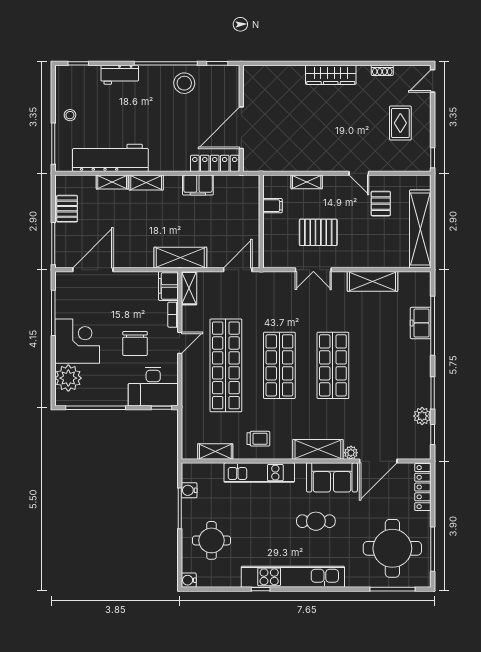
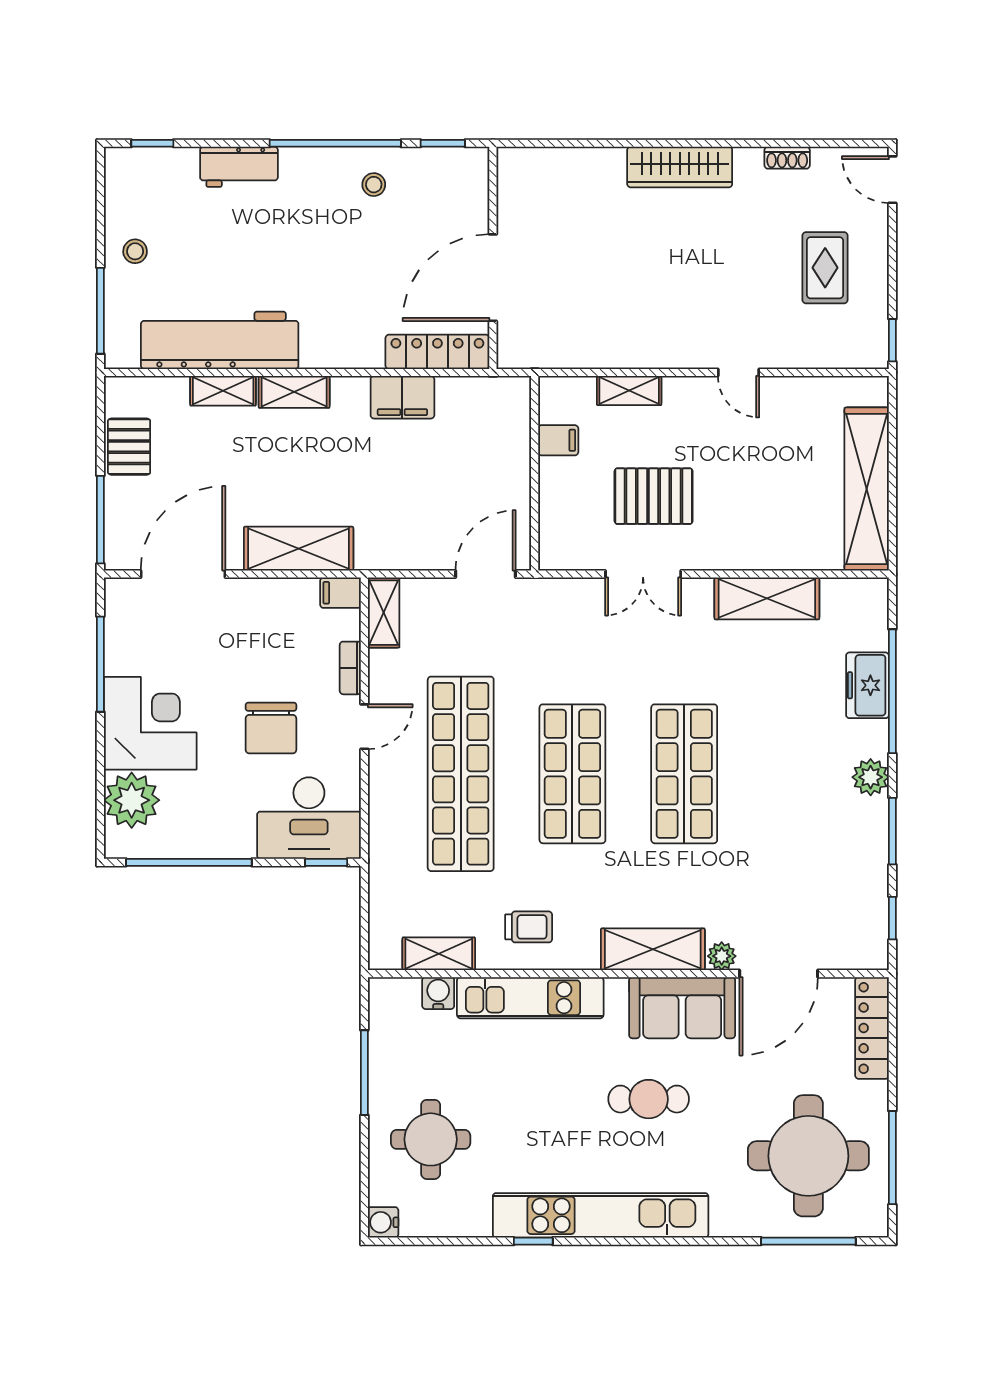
door: (433, 81) -> (892, 180), hinge flipped
stool: (184, 83) -> (374, 185), width x0.53, depth x0.53
pallet: (381, 204) -> (784, 436), removed
shelving: (180, 258) -> (299, 549), moved
filing cabinet: (168, 286) -> (341, 593), width x0.50
plant: (422, 416) -> (871, 777), moved
water cooler: (189, 490) -> (438, 993), moved, turned 90

